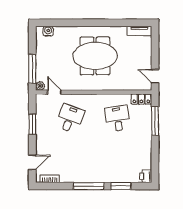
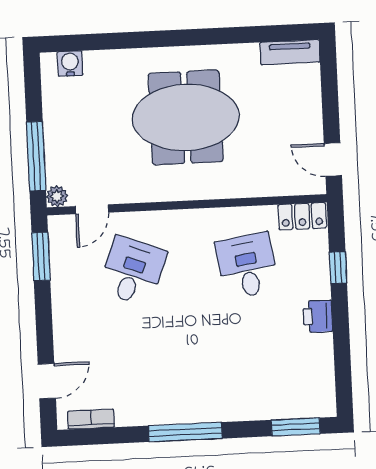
door: (54, 92) -> (92, 209), swing flipped
window: (155, 121) -> (338, 267), width x0.46
window: (32, 124) -> (41, 257), moved
printer: (146, 176) -> (318, 316), moved
window: (121, 186) -> (296, 427), moved

